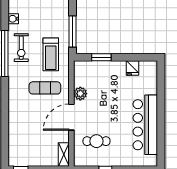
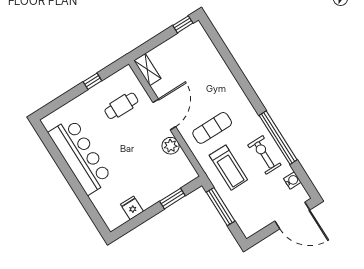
treadmill: (51, 54) -> (228, 168), turned 180

